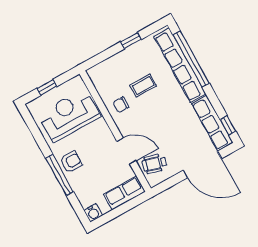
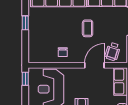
coffee table: (143, 85) -> (88, 28), moved
window: (47, 87) -> (25, 79), moved

